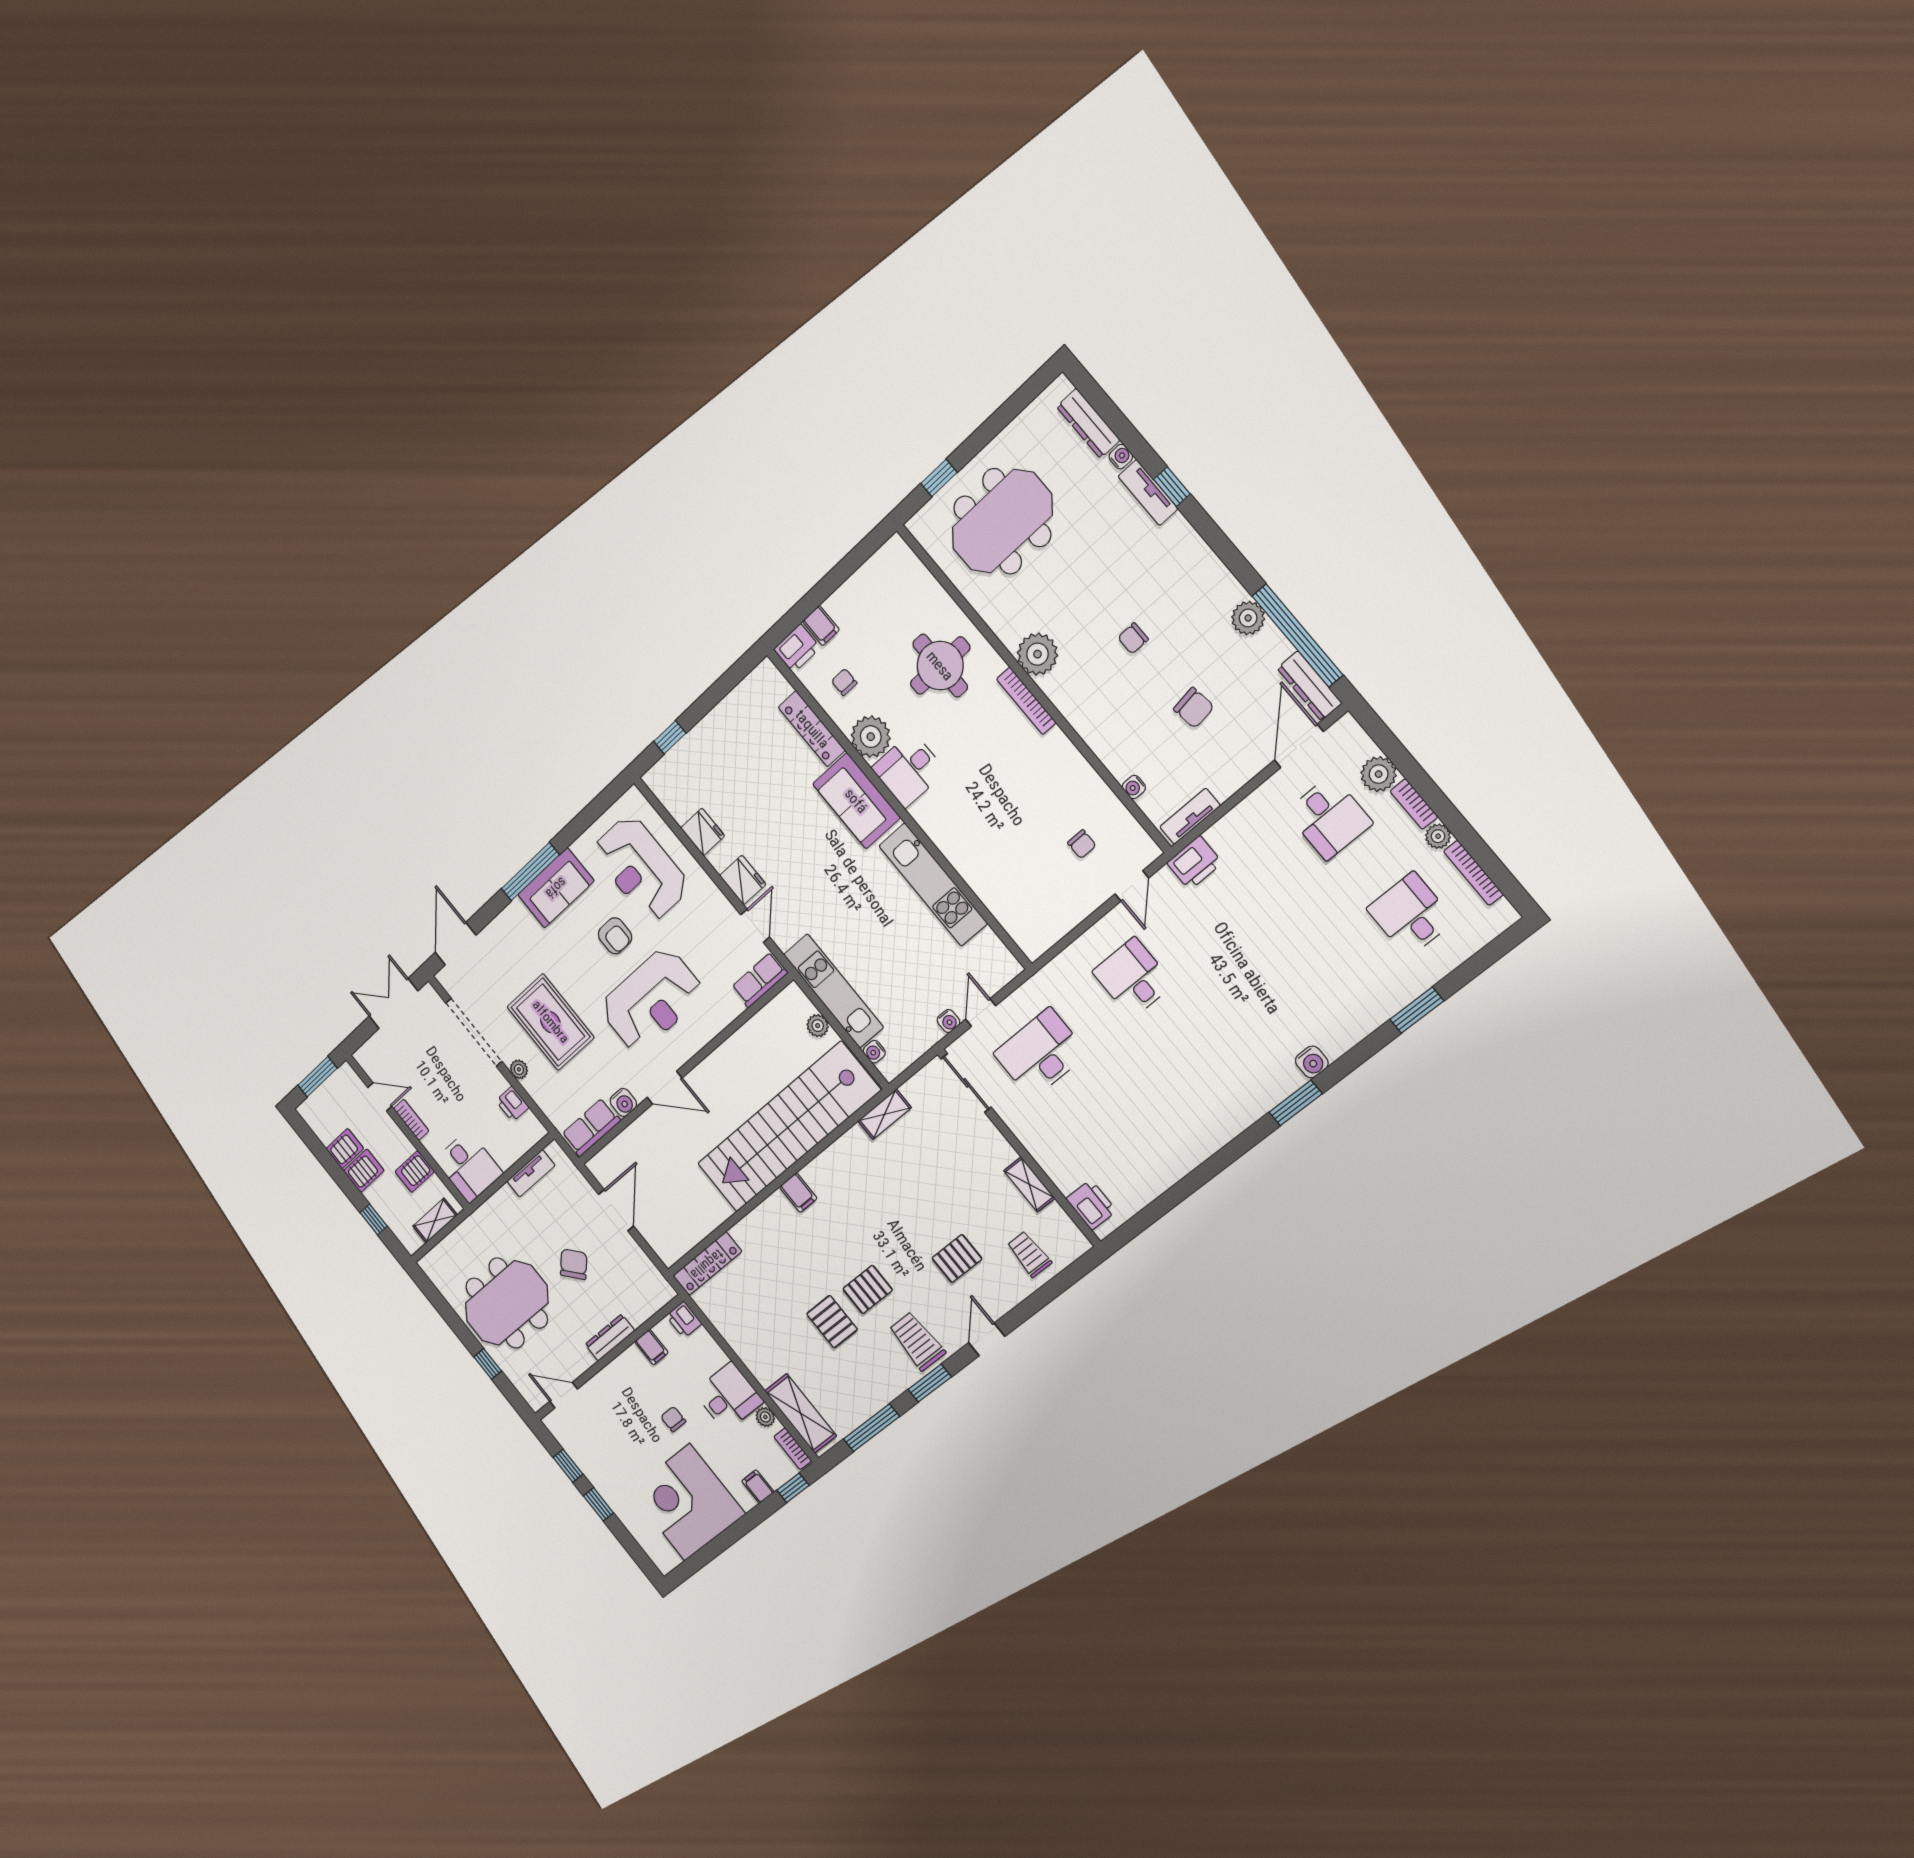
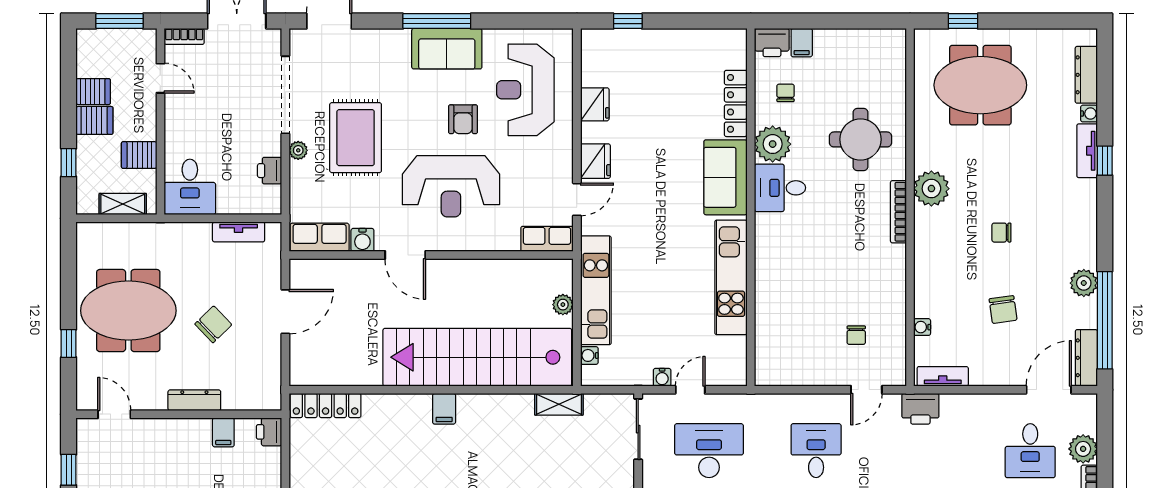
bookcase: (411, 1120) -> (184, 36), moved, turned 90

